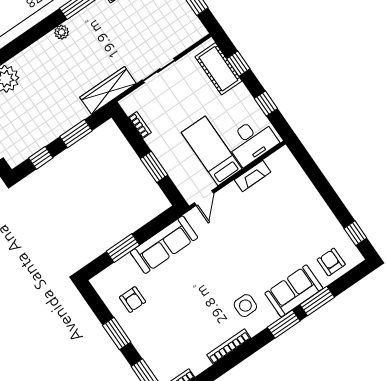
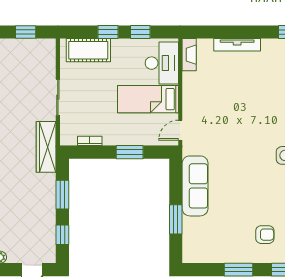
window: (238, 64) -> (108, 32), moved
fireplace: (253, 176) -> (189, 55), moved
tv unit: (313, 196) -> (237, 45), added
door: (204, 198) -> (180, 130), swing flipped
armchair: (133, 300) -> (265, 235), moved

